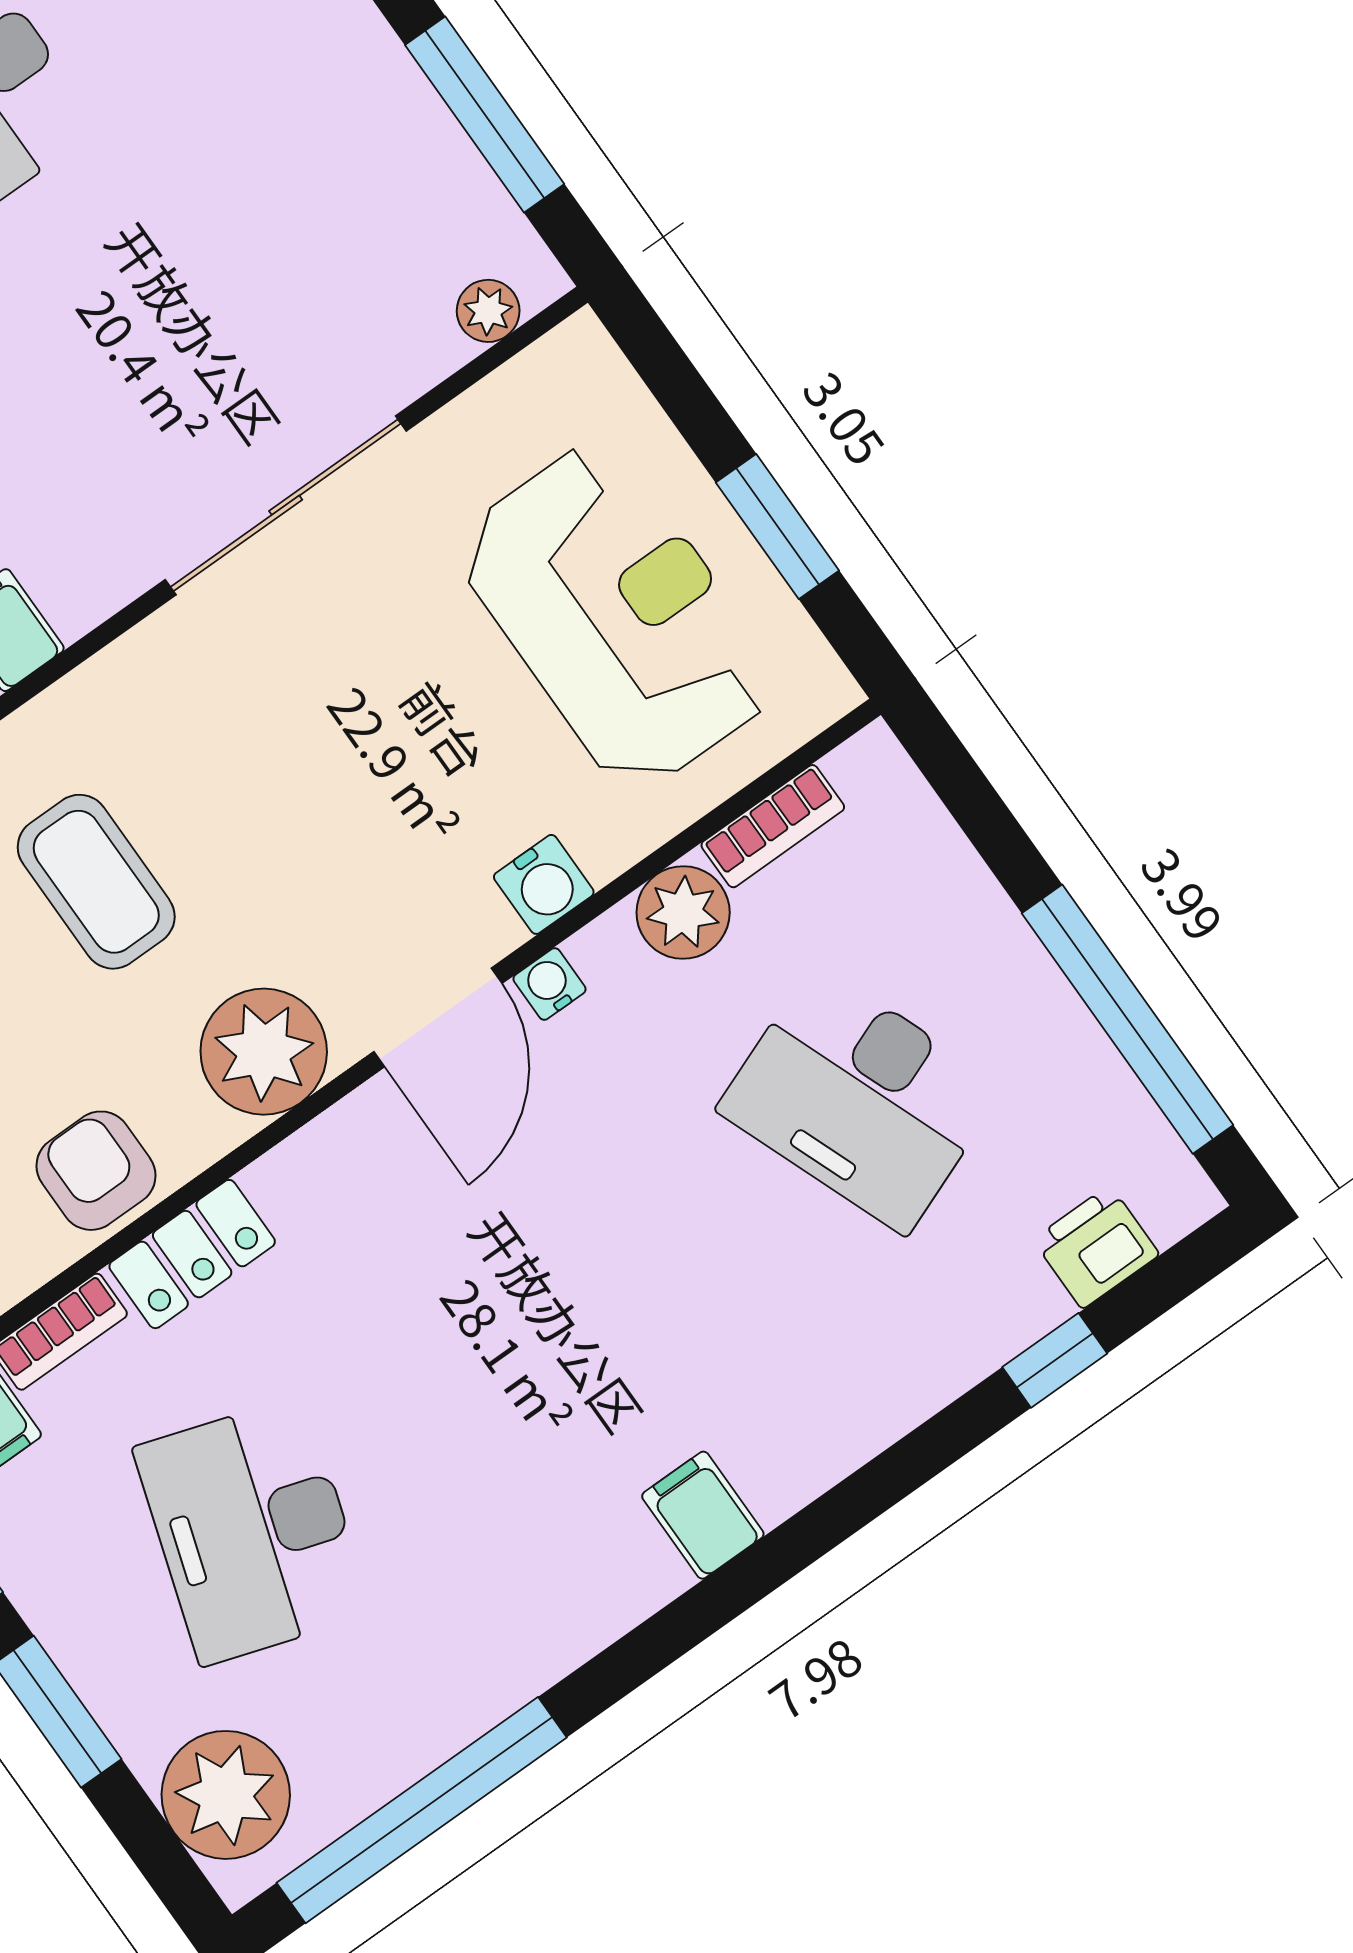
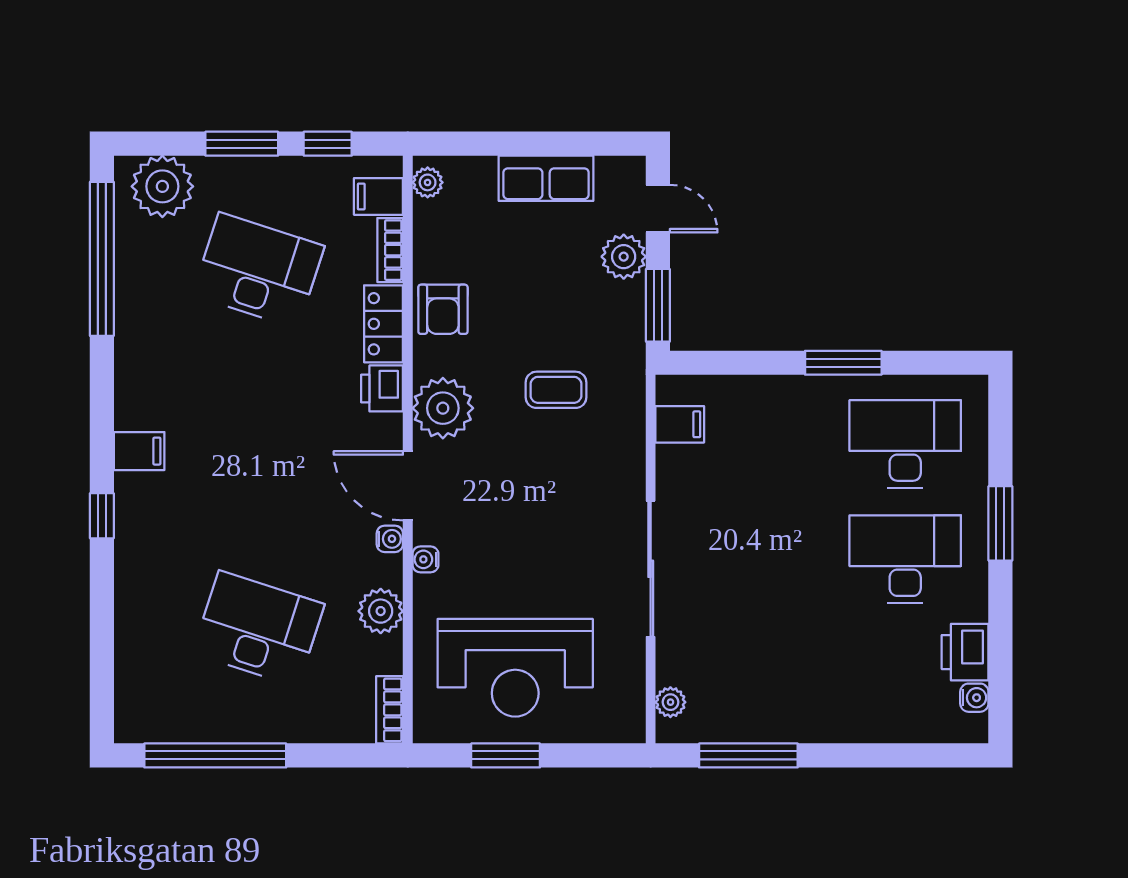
bookcase: (773, 826) -> (389, 710), moved
coffee table: (96, 882) -> (556, 390), width x0.73, depth x0.77
water cooler: (544, 884) -> (425, 559), width x0.72, depth x0.72
desk: (860, 1099) -> (258, 629), turned 39
armchair: (96, 1171) -> (443, 309), turned 90
printer: (1096, 1247) -> (382, 388), moved, turned 180
window: (1055, 1360) -> (102, 516), moved

